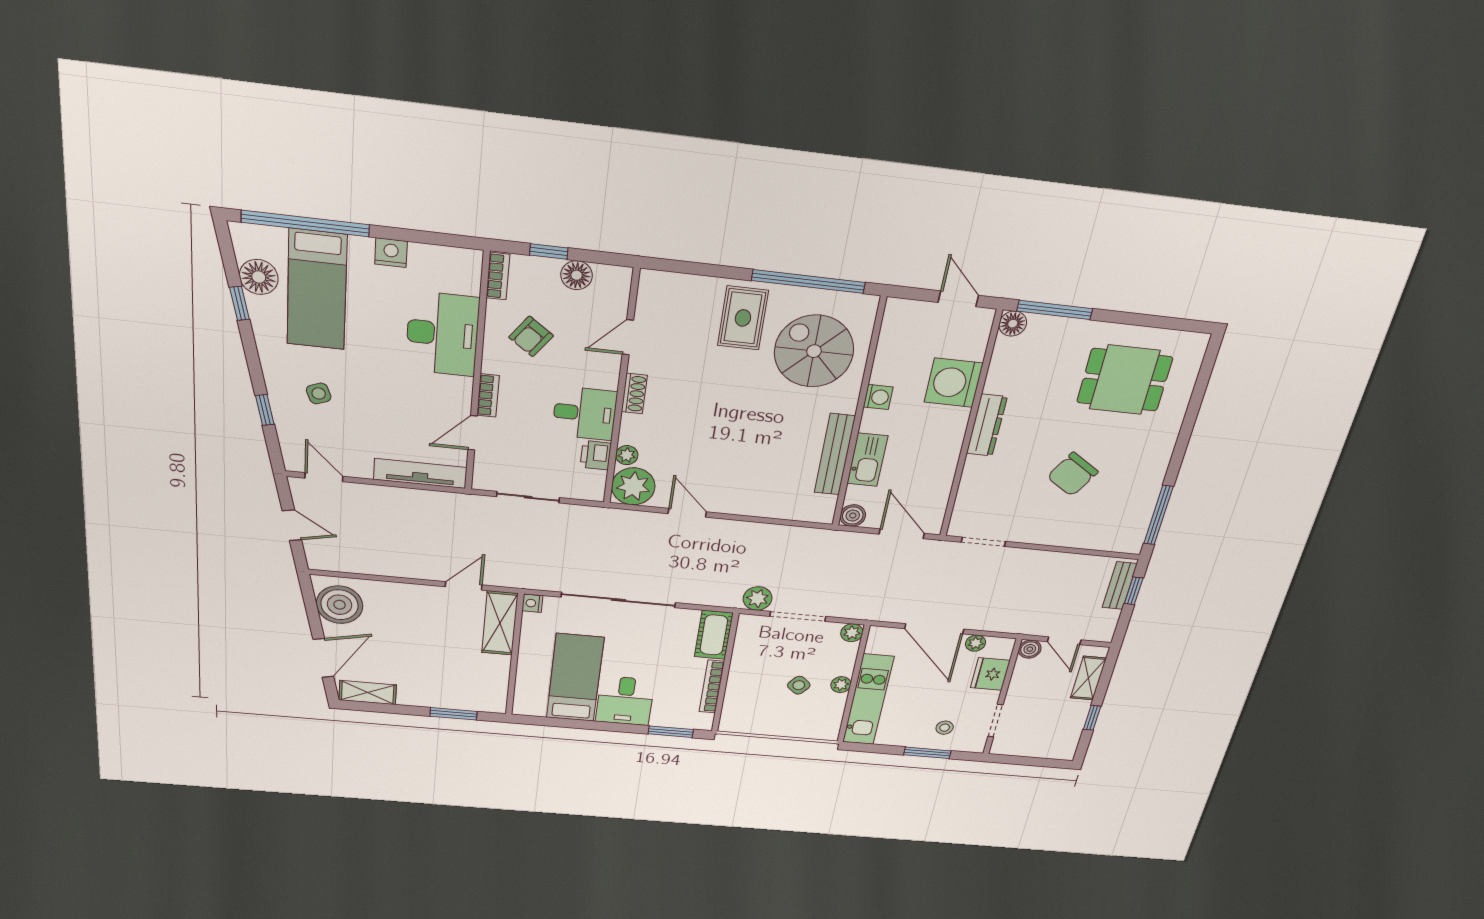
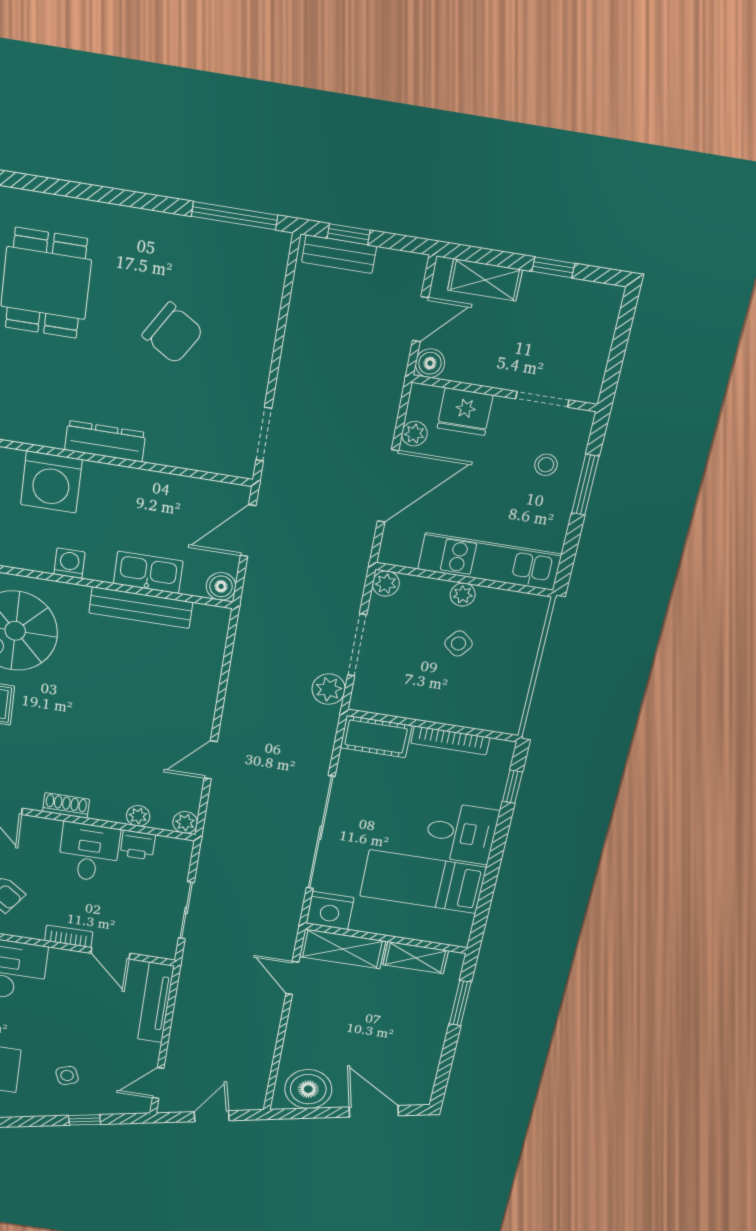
plant: (633, 486) -> (185, 822), width x0.53, depth x0.53
nightstand: (532, 603) -> (330, 911), width x1.89, depth x1.79
shelving: (368, 693) -> (416, 958), moved, turned 90
window: (671, 732) -> (512, 787), width x0.67

